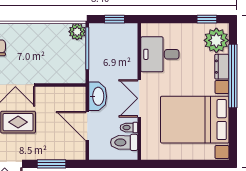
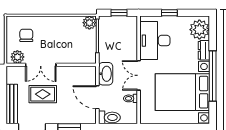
window: (207, 19) -> (169, 13), moved
desk: (160, 54) -> (155, 41), width x1.37
window: (233, 76) -> (213, 76), moved
toilet: (124, 142) -> (109, 117), moved, turned 180

